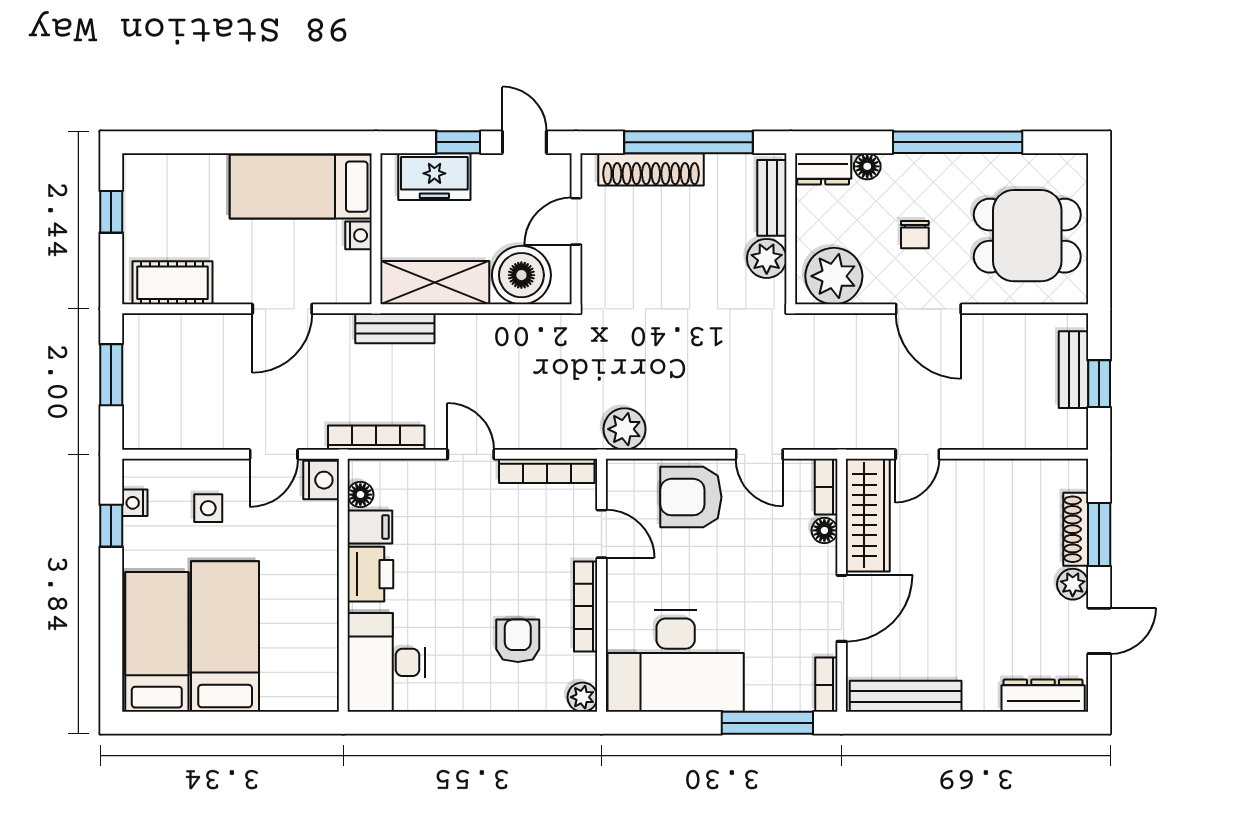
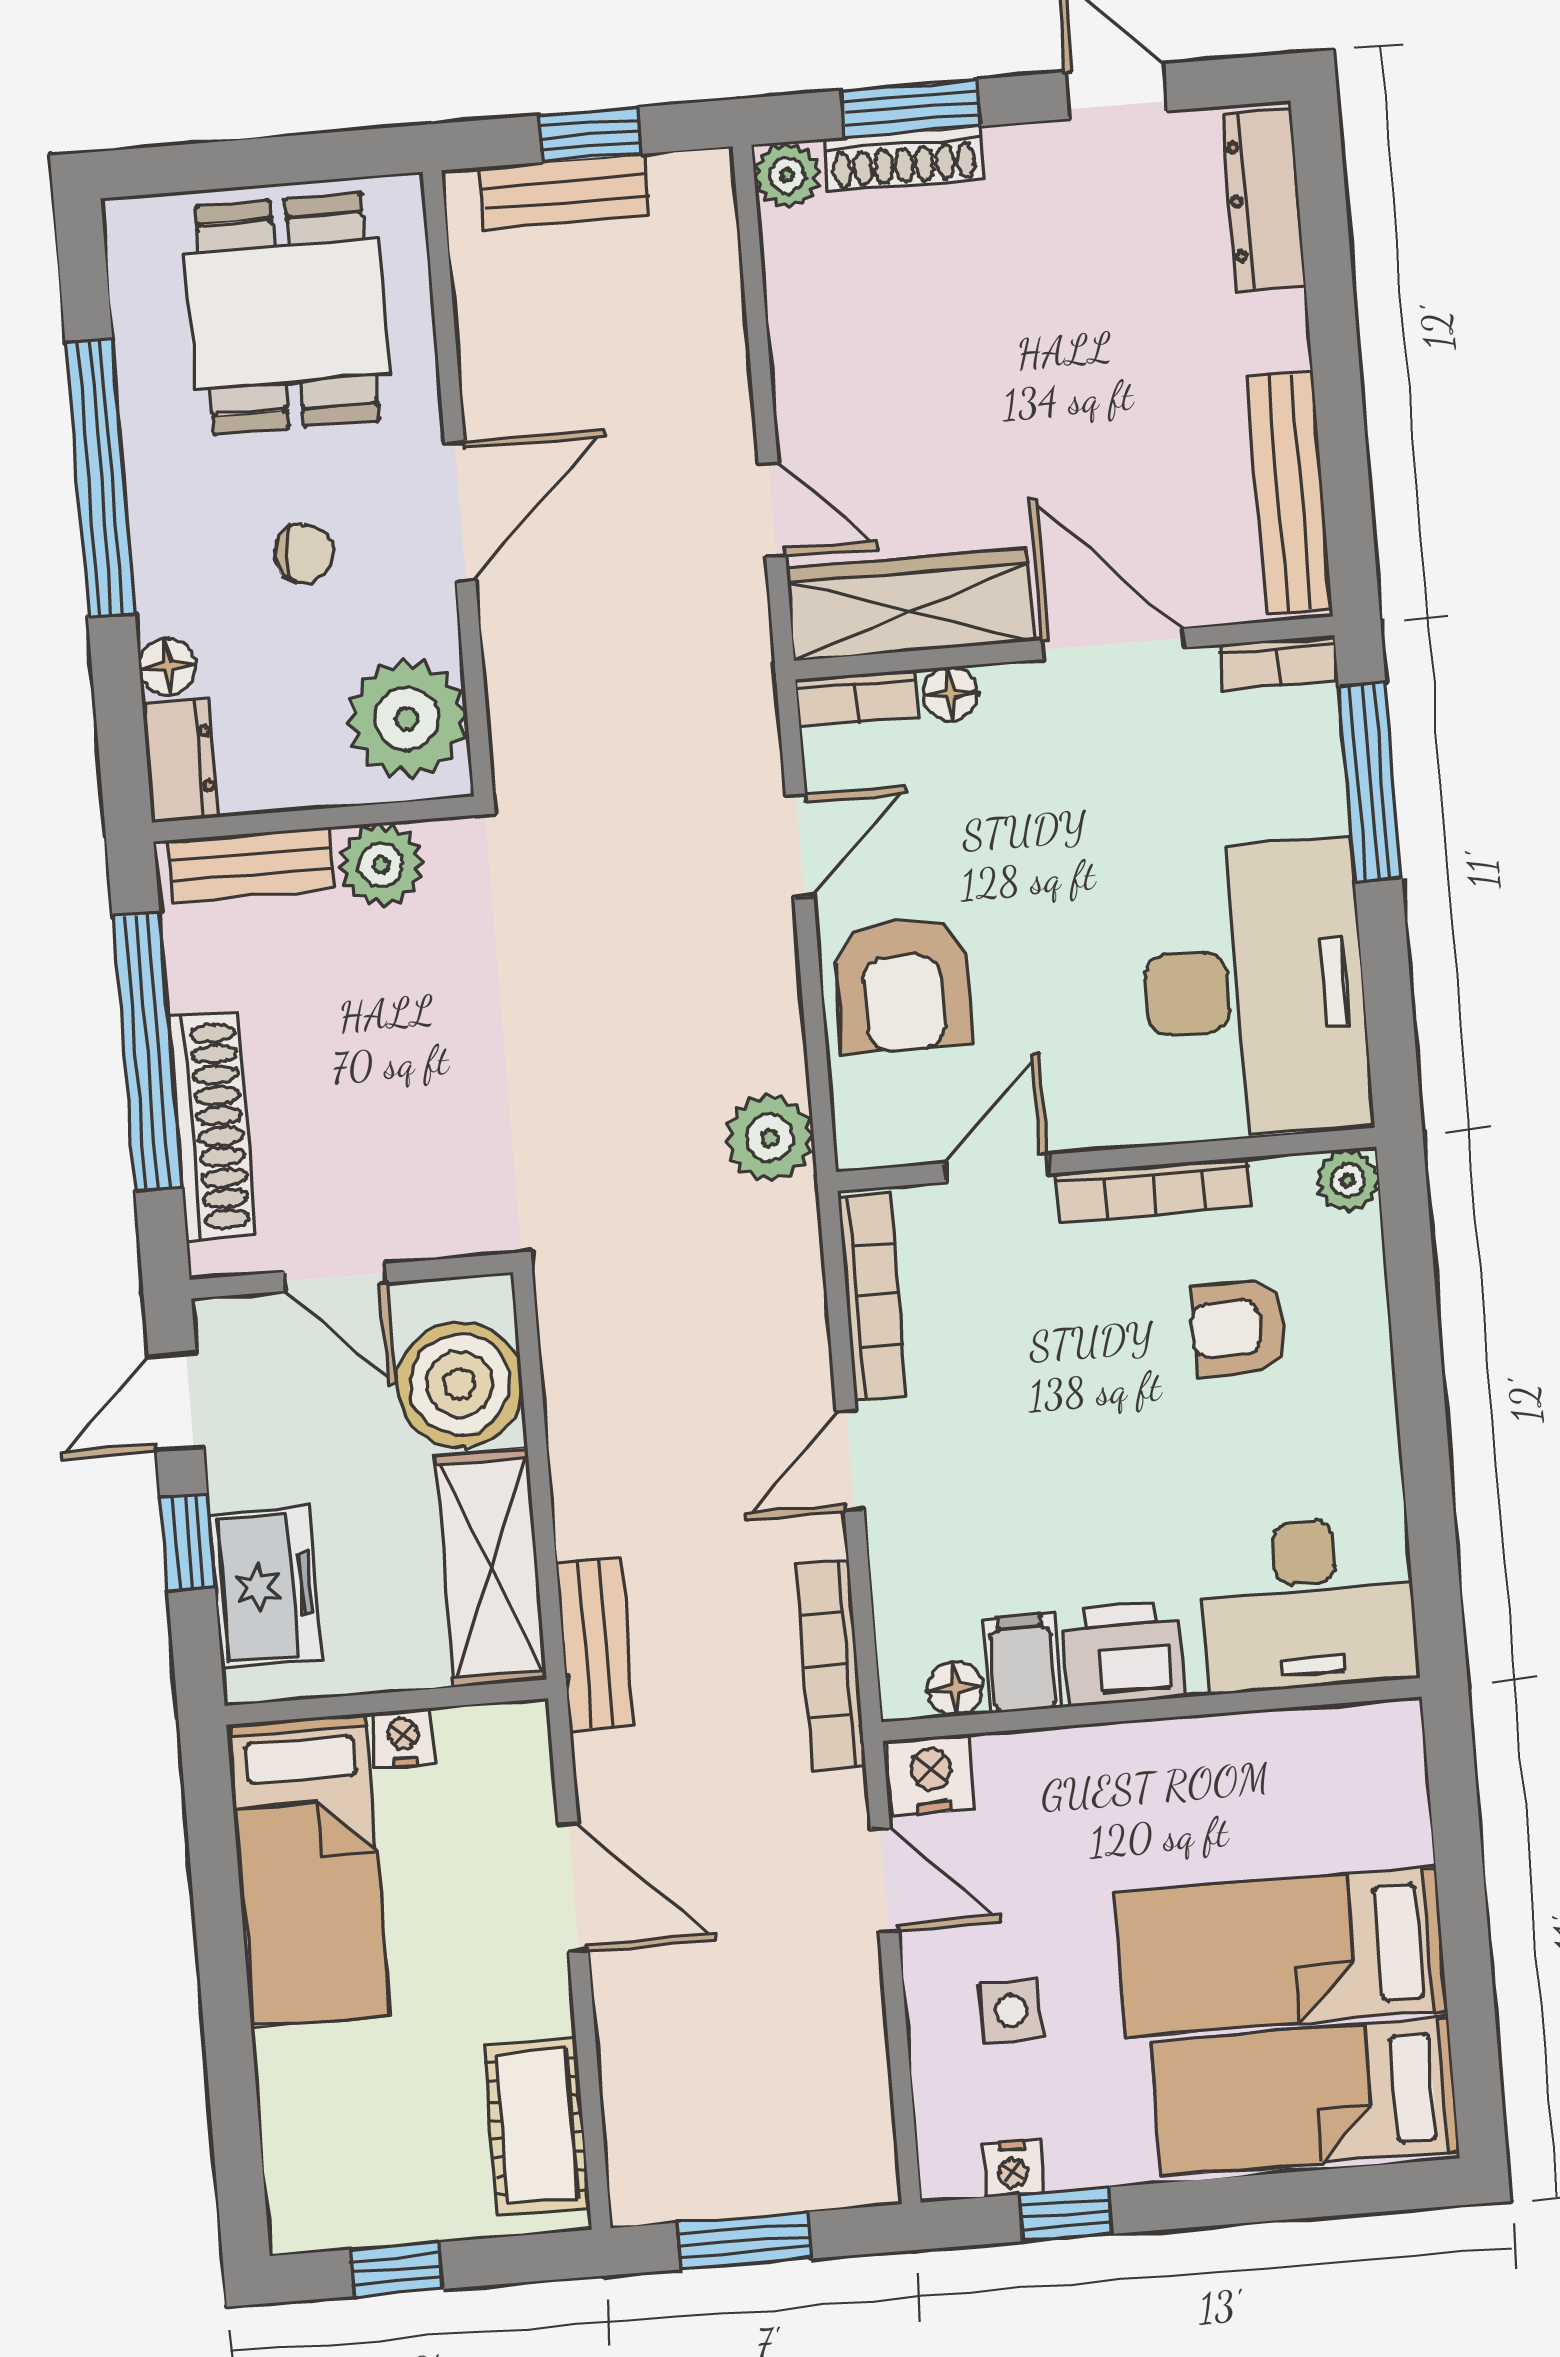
plant: (1073, 584) -> (787, 175), moved

